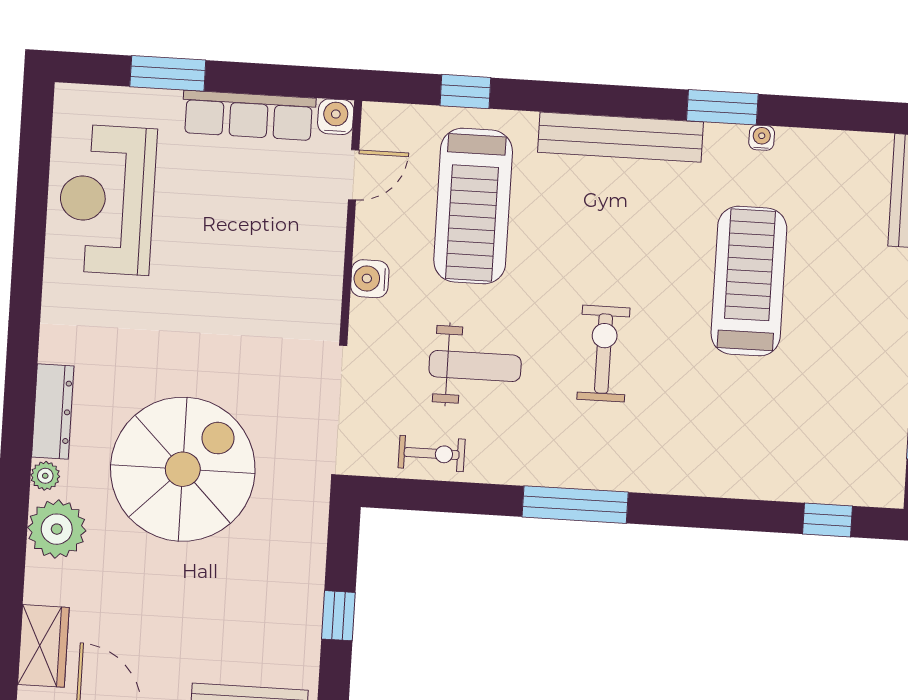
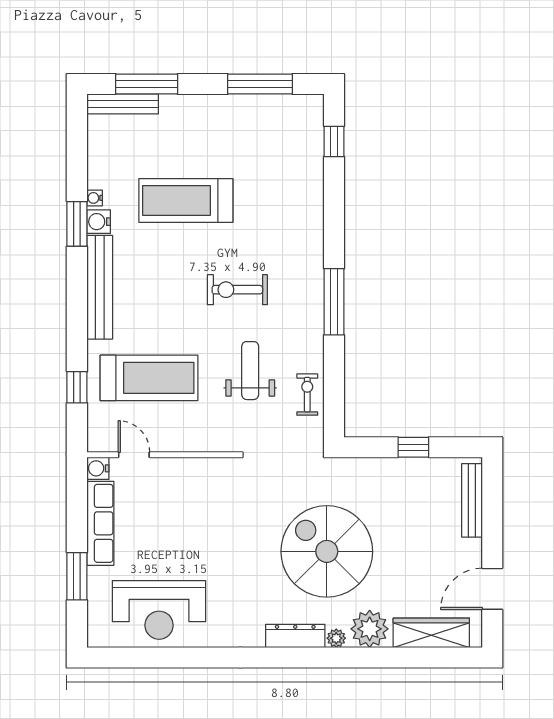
water cooler: (370, 279) -> (99, 222), moved, turned 90
wardrobe: (43, 646) -> (431, 633), width x1.50

